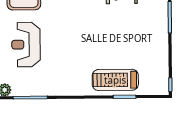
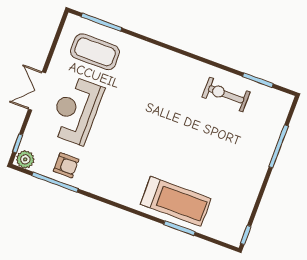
treadmill: (115, 80) -> (176, 201), turned 180
armchair: (33, 84) -> (66, 165), added

